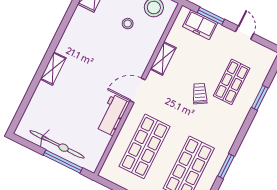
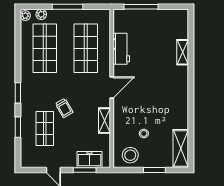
shelving: (53, 69) -> (183, 52), moved
workbench: (113, 115) -> (121, 49), moved
bicycle: (57, 144) -> (152, 17), removed
window: (226, 166) -> (18, 93), moved

